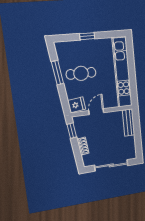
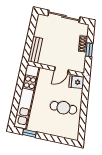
window: (87, 36) -> (29, 133), moved
window: (57, 73) -> (83, 115), removed
window: (72, 131) -> (89, 50), moved

